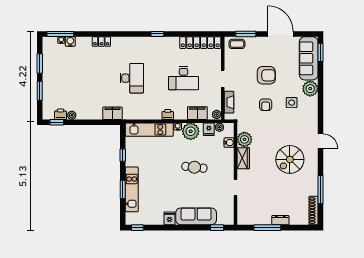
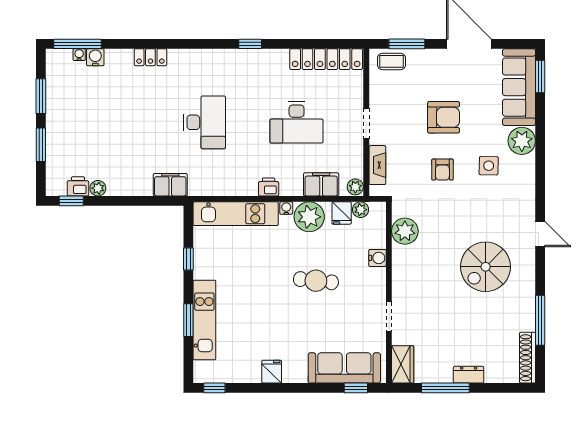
water cooler: (229, 143) -> (377, 258), moved
wardrobe: (243, 158) -> (403, 364), moved
sofa: (196, 216) -> (344, 368), moved

